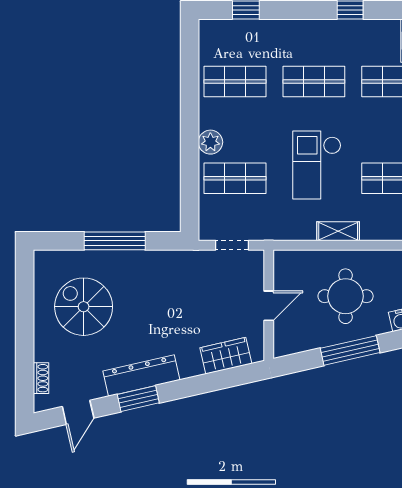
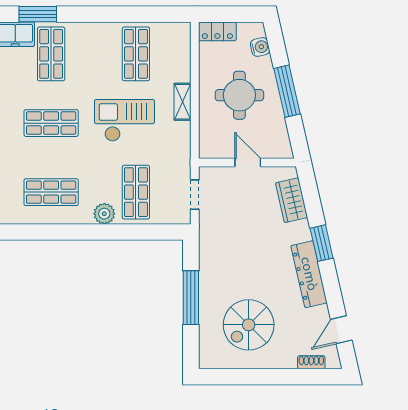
shop shelf: (235, 81) -> (51, 192), turned 90
shop shelf: (314, 81) -> (51, 123), turned 90
checkout: (317, 165) -> (124, 120), turned 180
window: (138, 399) -> (322, 243), moved
door: (78, 412) -> (341, 330), swing flipped

